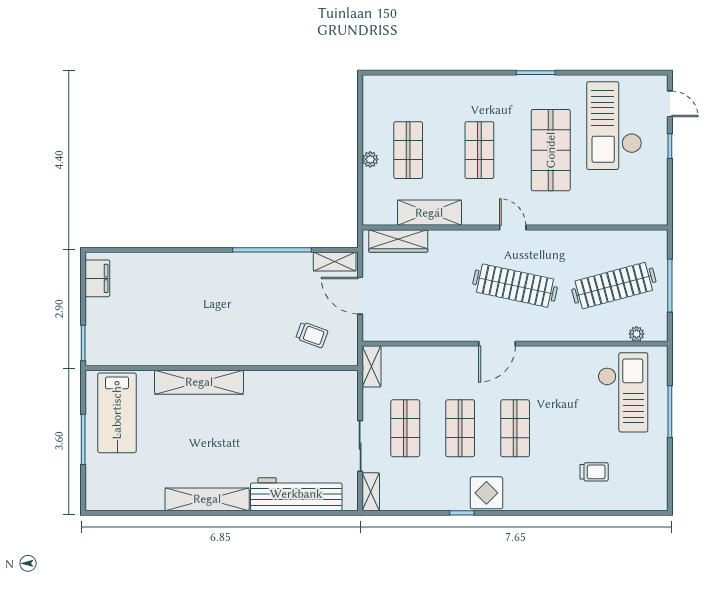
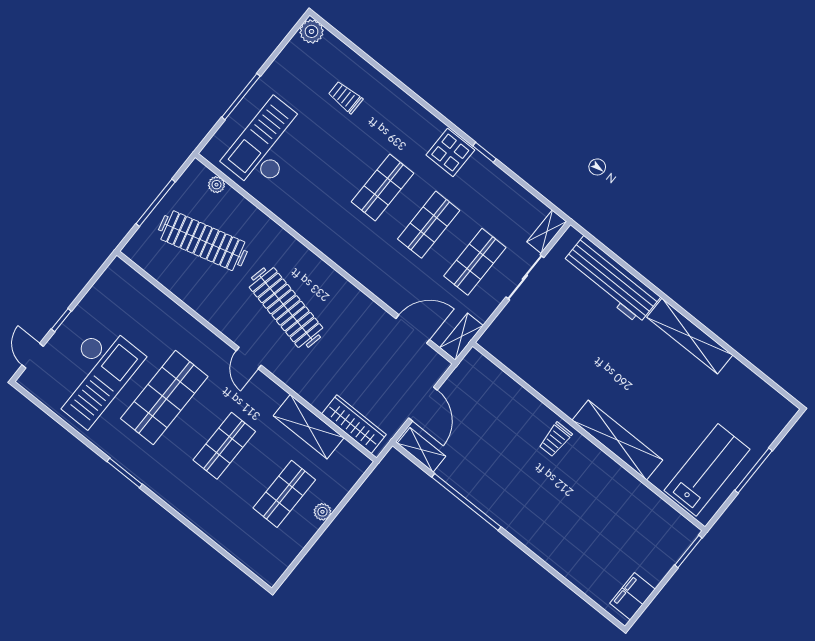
trolley: (312, 335) -> (555, 440), moved, turned -110
door: (497, 344) -> (413, 329), moved
plant: (657, 500) -> (312, 31), added

